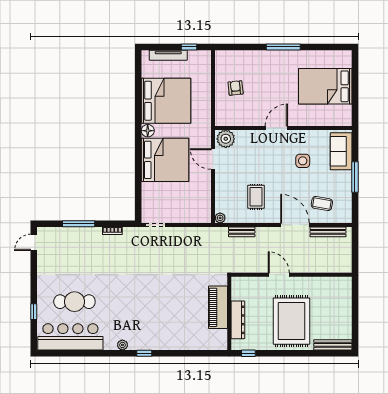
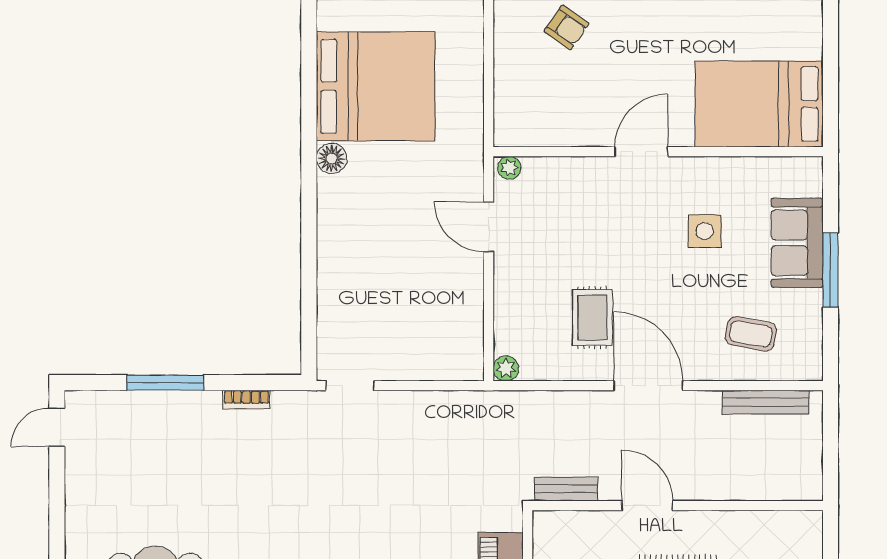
bed: (325, 86) -> (759, 104), moved
armchair: (236, 88) -> (567, 27), moved, turned 131
plant: (226, 139) -> (509, 168), width x0.53, depth x0.53
sofa: (341, 151) -> (797, 243), moved
bed: (165, 160) -> (373, 229), removed
door: (295, 225) -> (648, 386), moved
bench: (242, 232) -> (566, 489), moved

